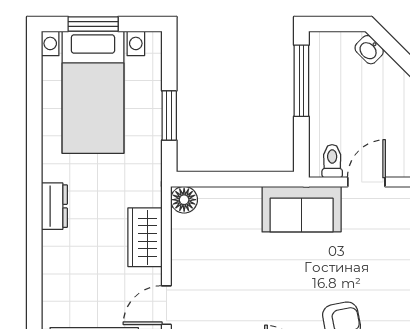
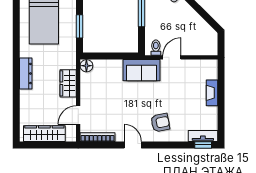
dresser: (54, 206) -> (26, 73), width x1.44

